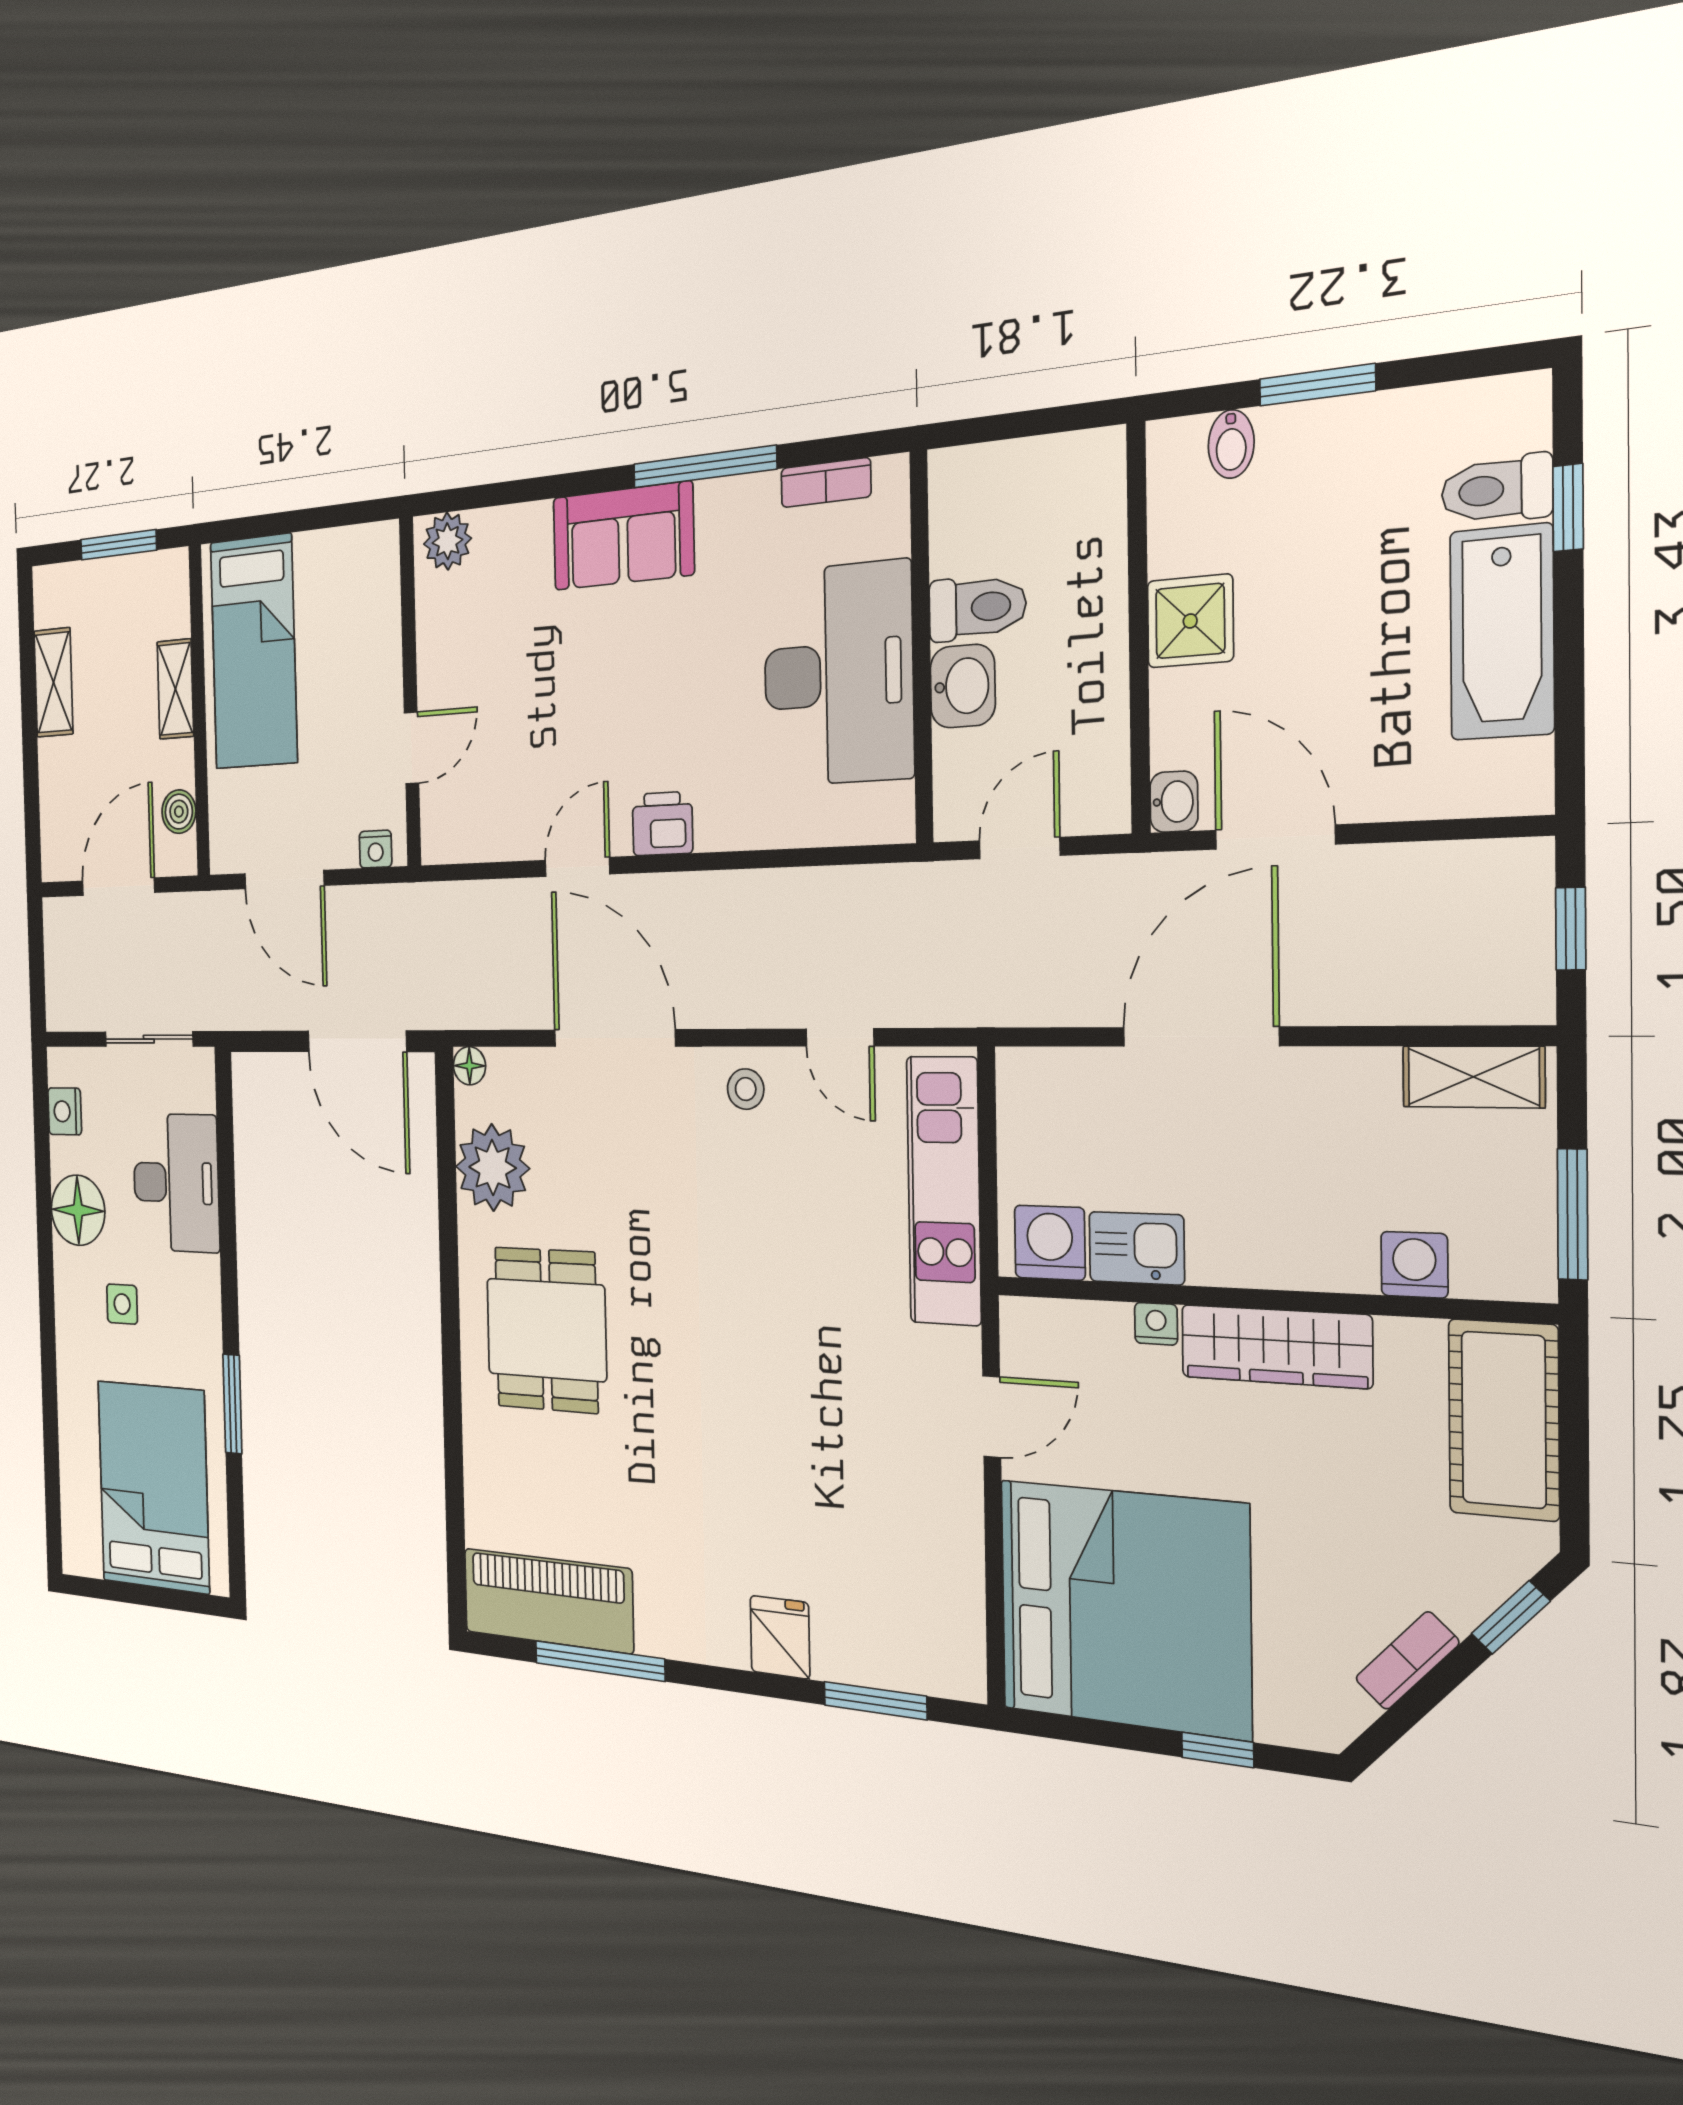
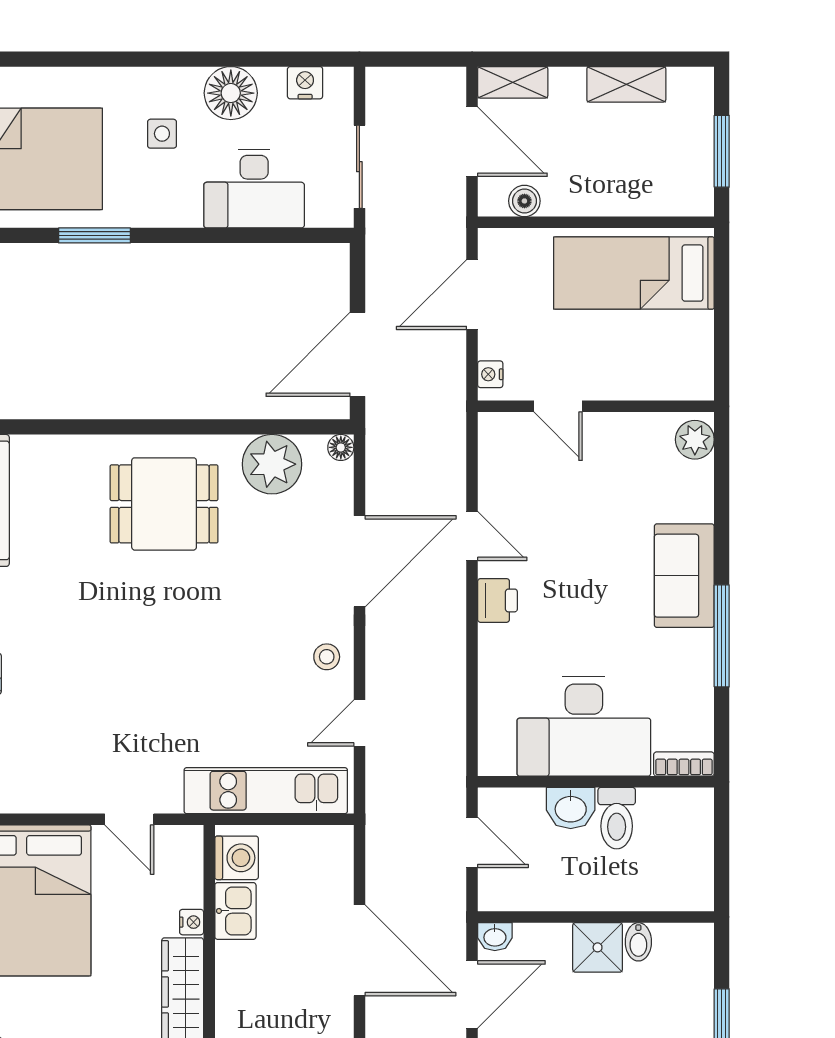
bidet: (1231, 444) -> (638, 942), moved, turned -90
bookcase: (826, 483) -> (684, 764), moved, turned 90
shelving: (175, 689) -> (513, 82), moved

